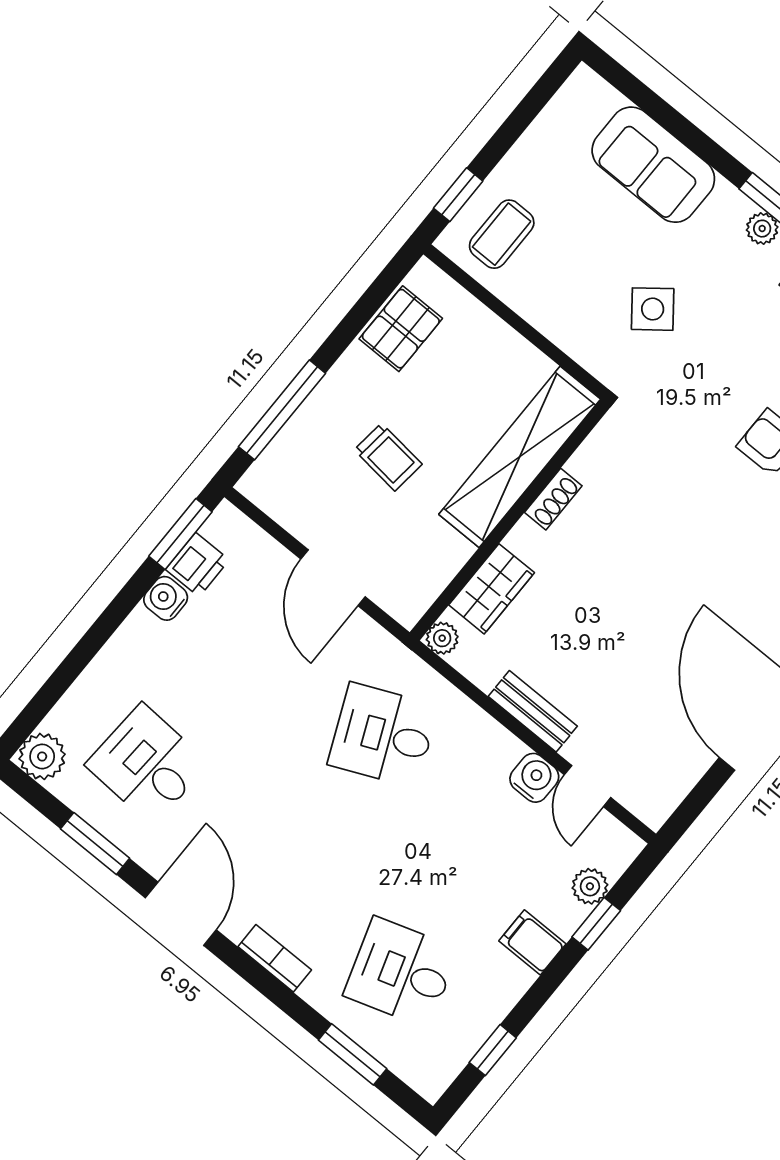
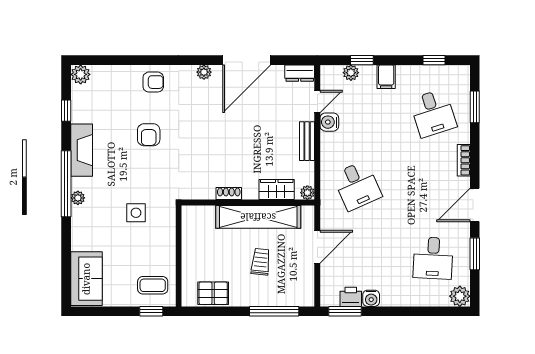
sofa: (653, 165) -> (86, 279), moved
side table: (653, 309) -> (136, 213), turned 38
shelving: (520, 457) -> (258, 217), moved
dresser: (663, 796) -> (300, 73), added

